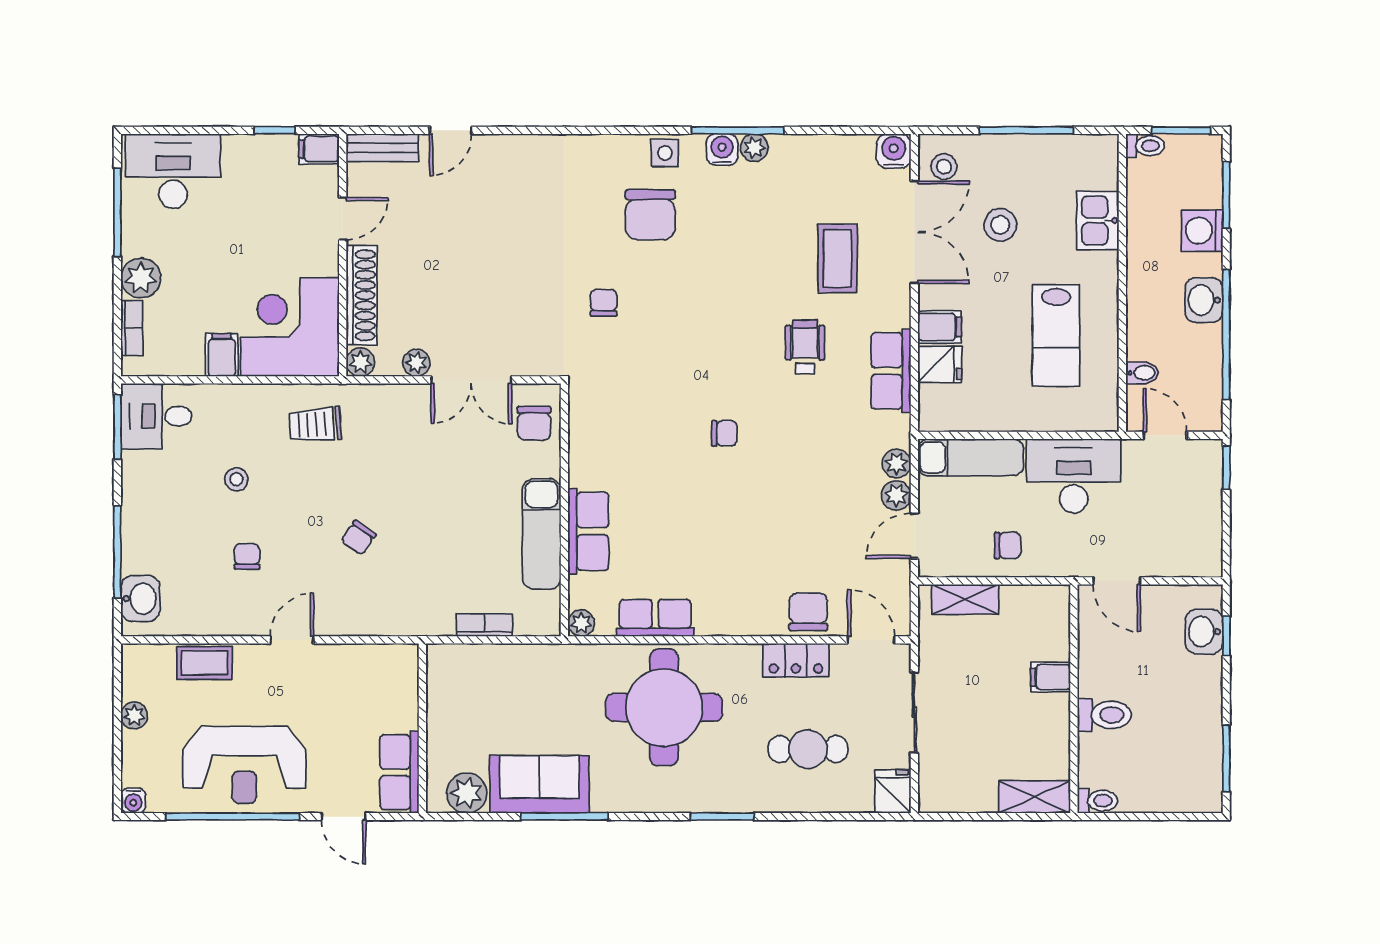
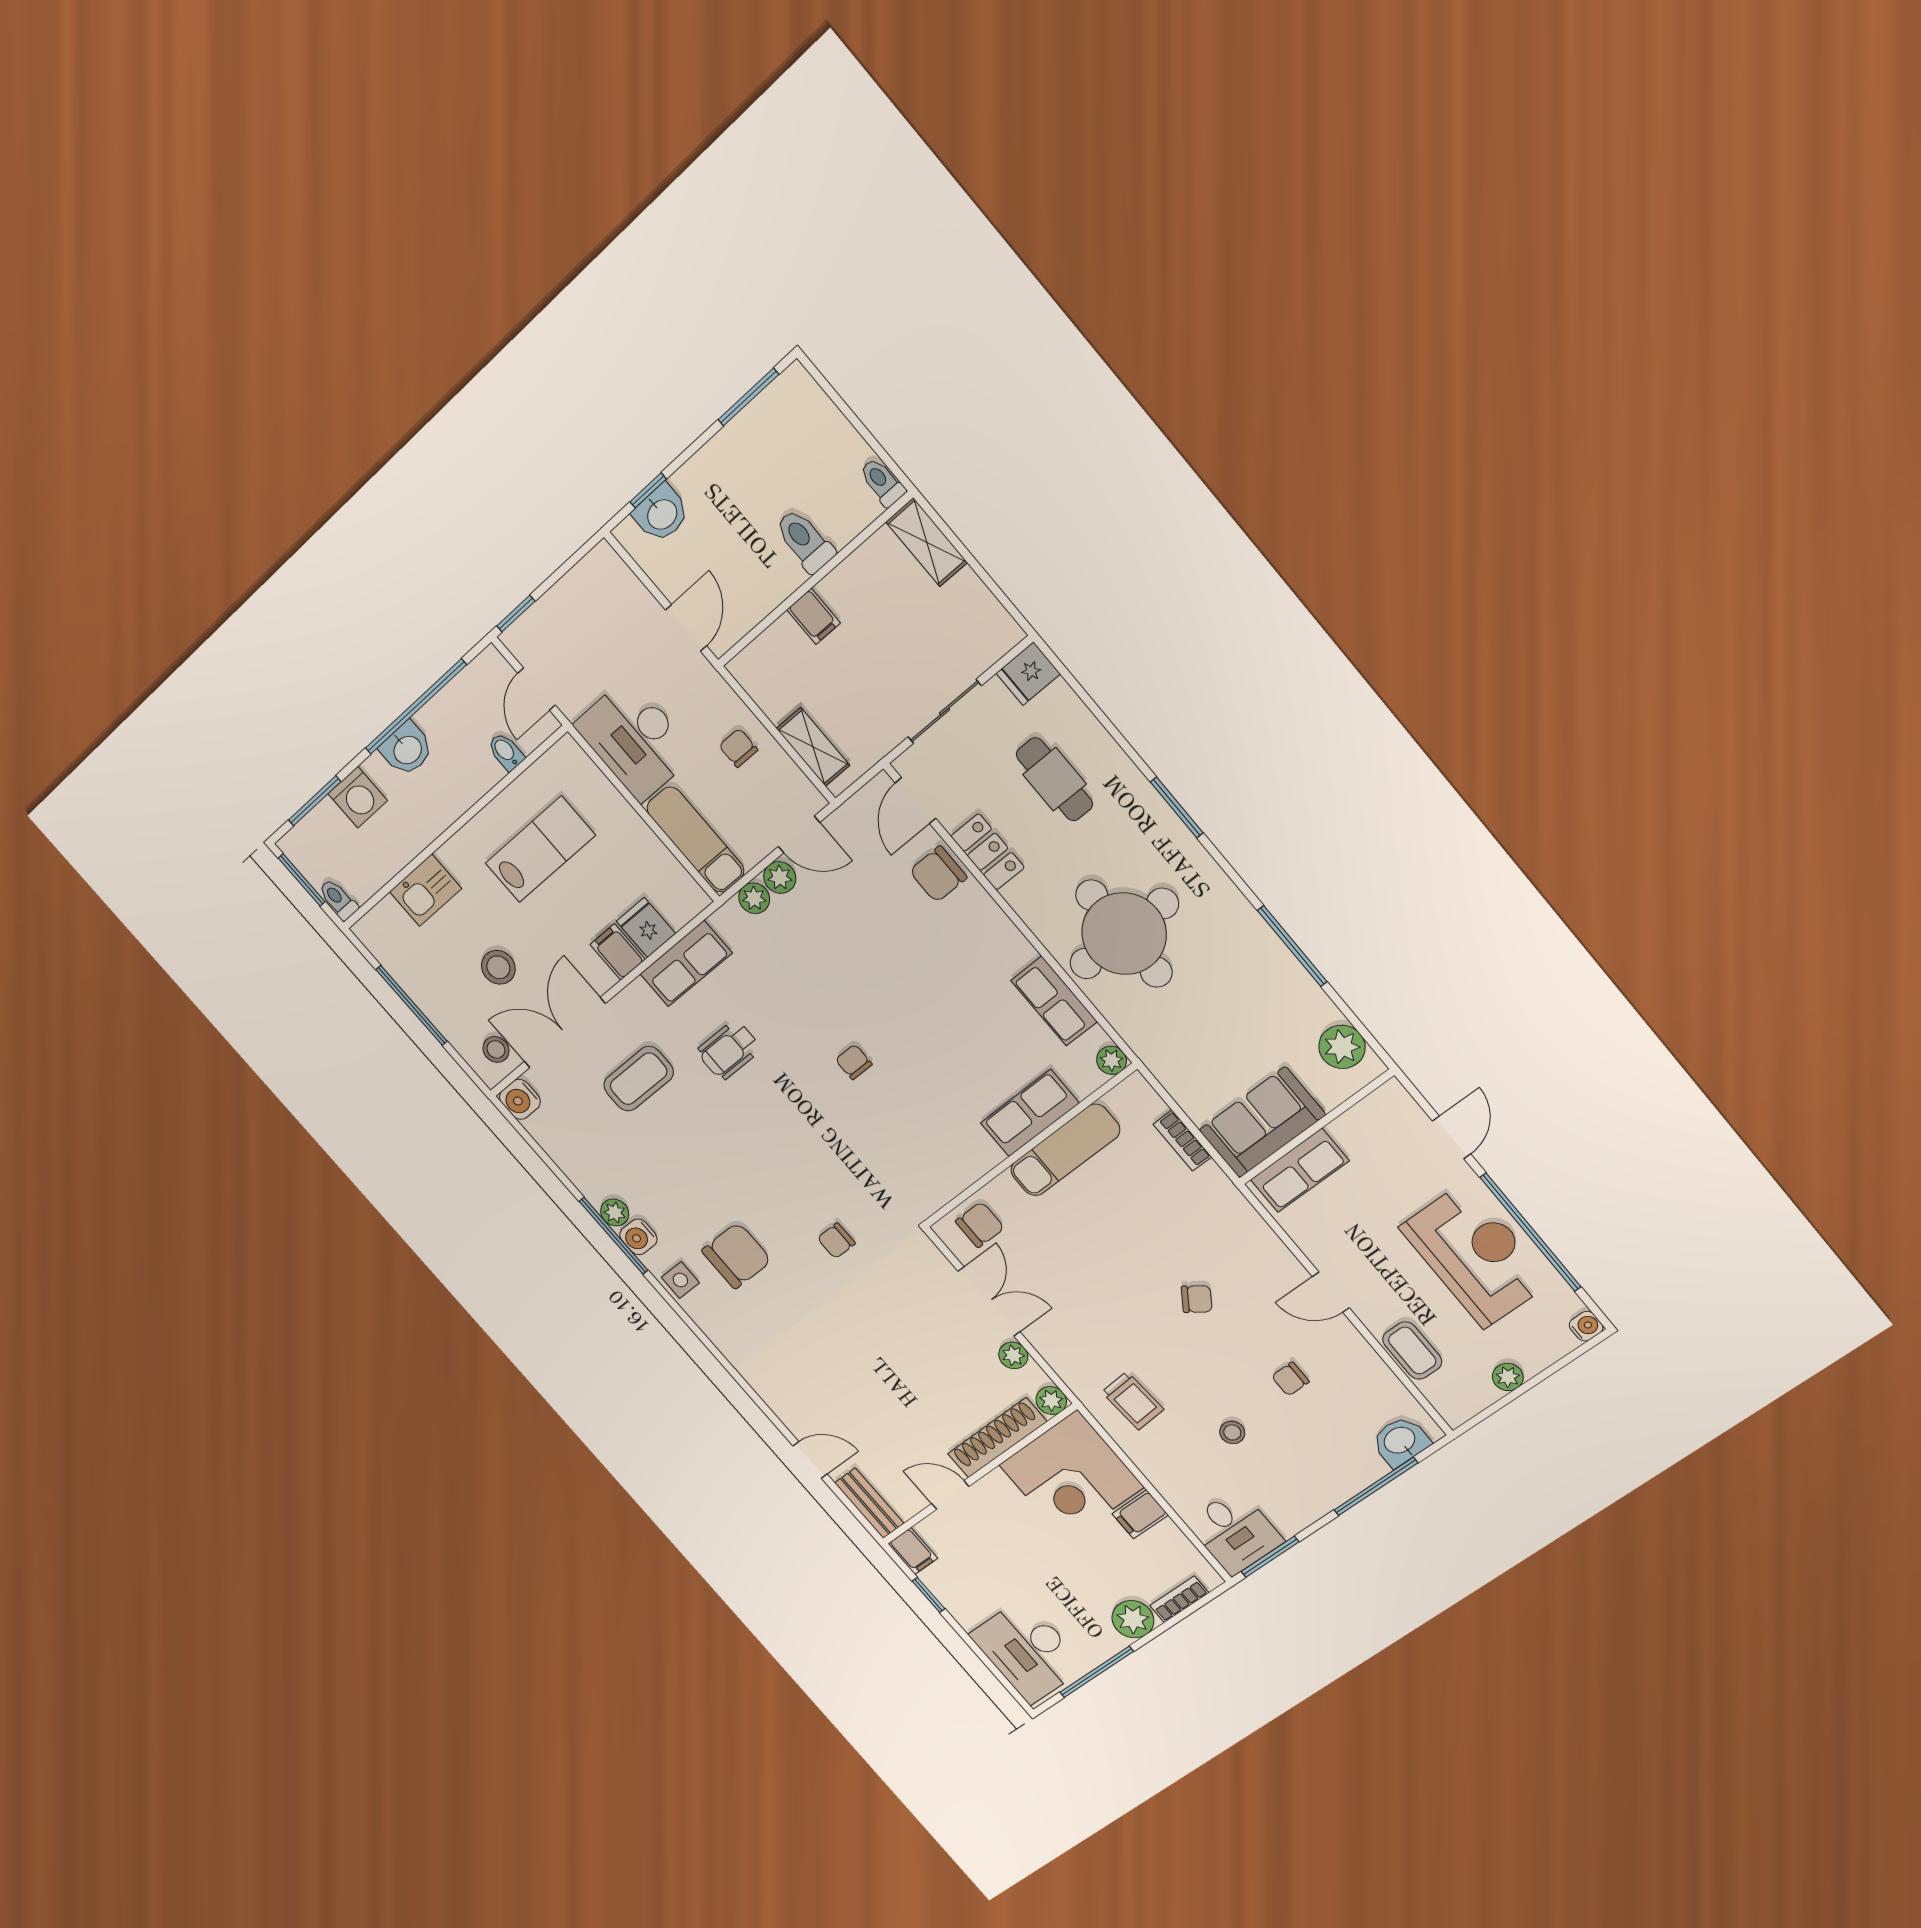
row of seats: (399, 772) -> (1300, 1170), moved
sofa: (539, 784) -> (1262, 1122), moved, turned 90

